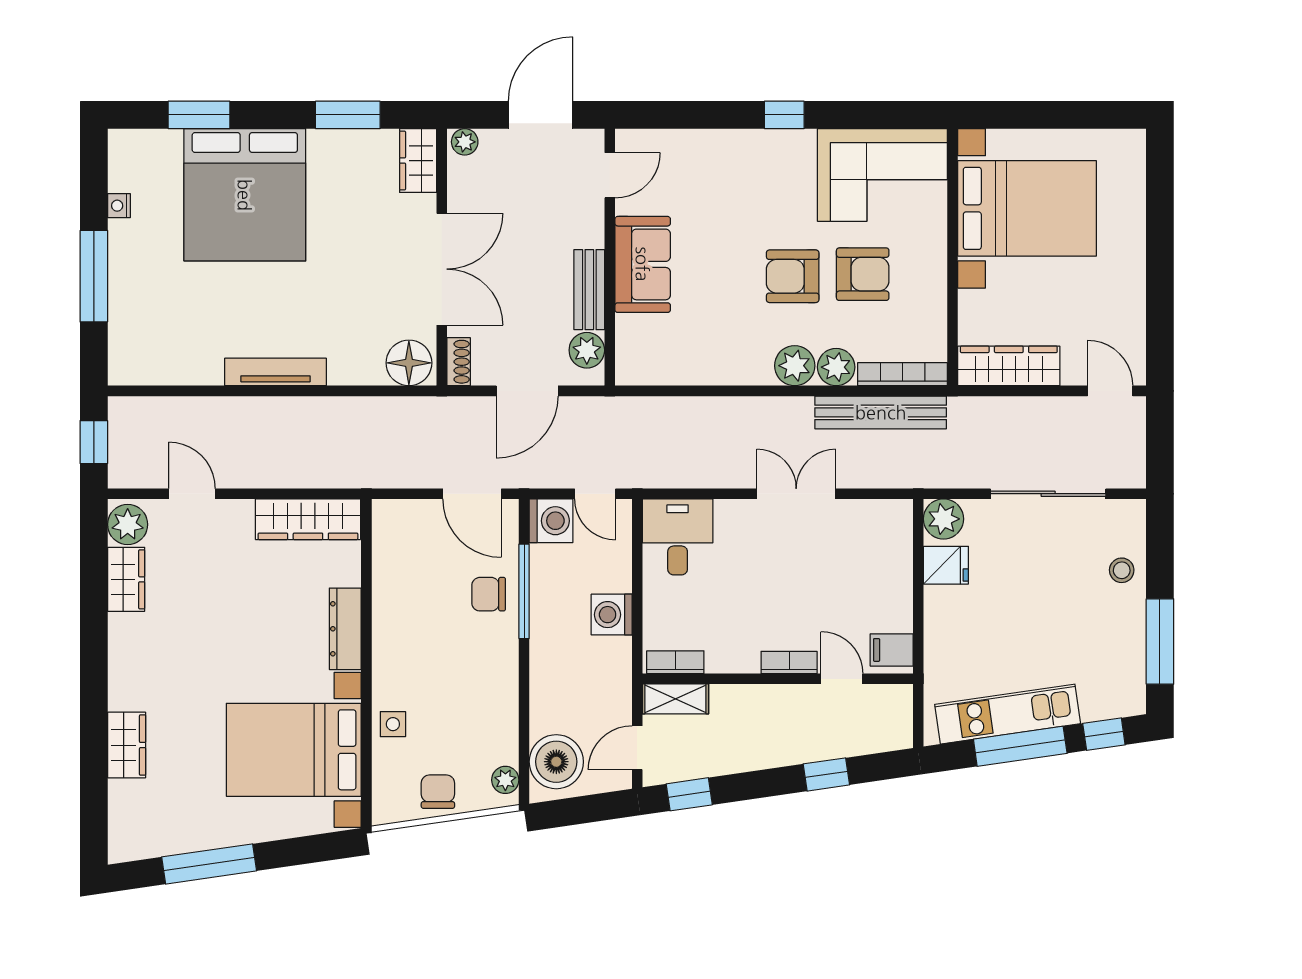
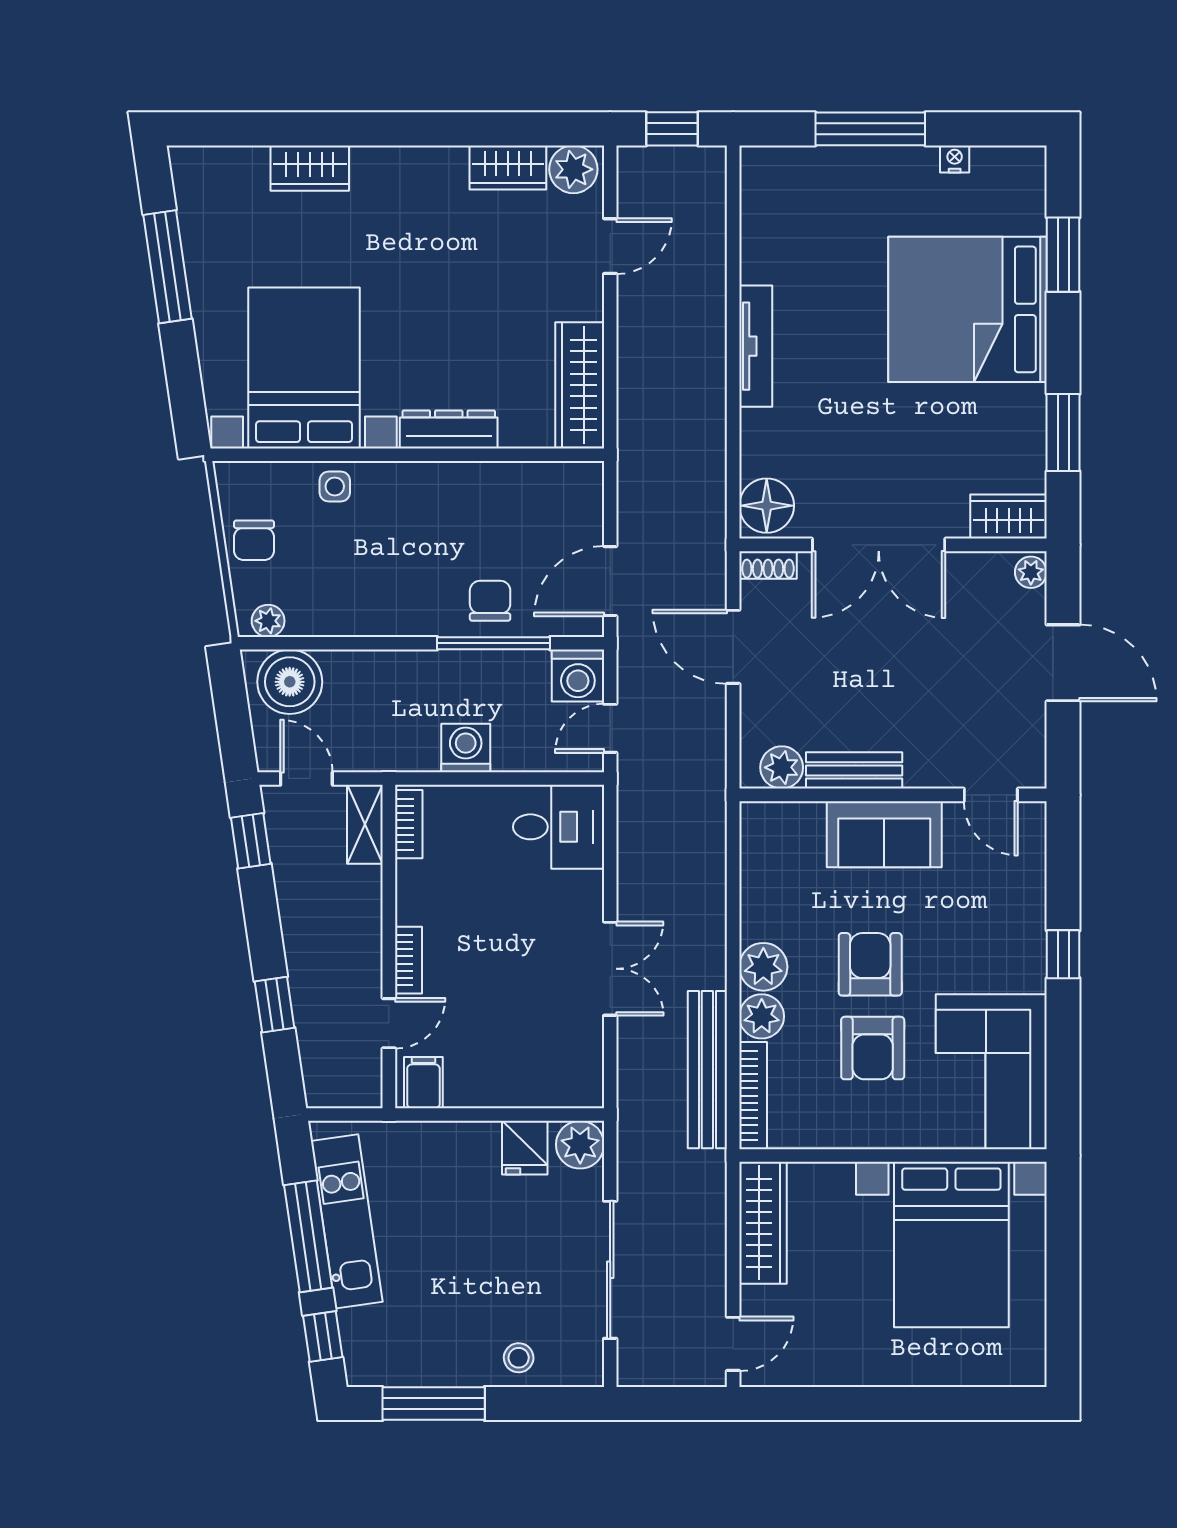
door: (610, 175) -> (991, 795), moved
wall: (610, 257) -> (893, 795), moved
sofa: (643, 264) -> (884, 834), moved
bench: (589, 290) -> (854, 770), moved
plant: (587, 350) -> (782, 767), moved
chair: (438, 792) -> (254, 540), turned 90

